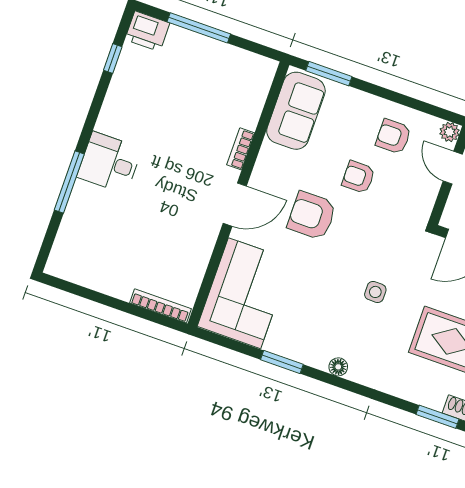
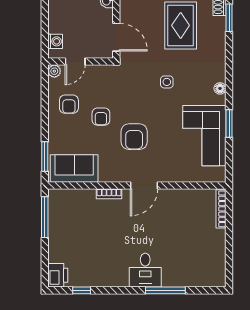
window: (199, 28) -> (45, 217), moved
door: (235, 205) -> (144, 186), swing flipped
corner sofa: (244, 293) -> (204, 136), moved, turned -90

